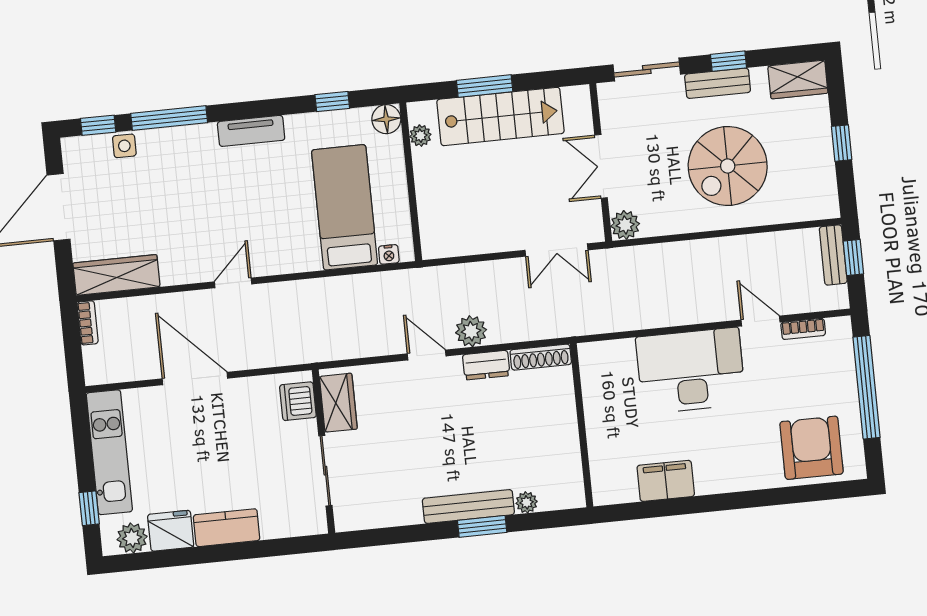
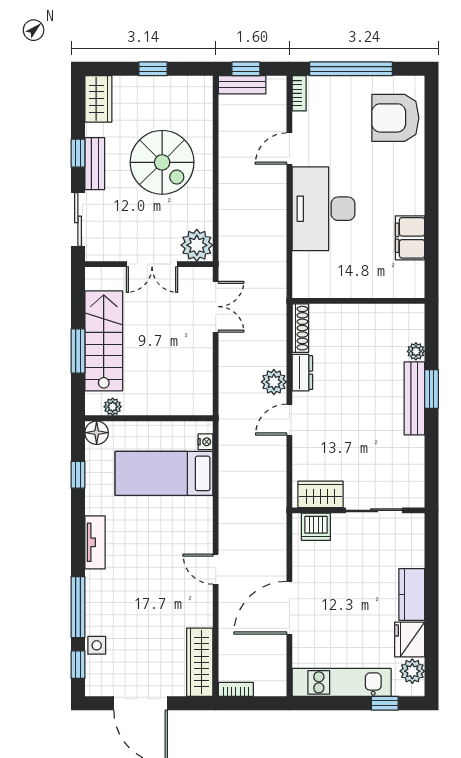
plant: (625, 225) -> (197, 245), width x1.36, depth x1.36
bookcase: (803, 329) -> (299, 93), moved

